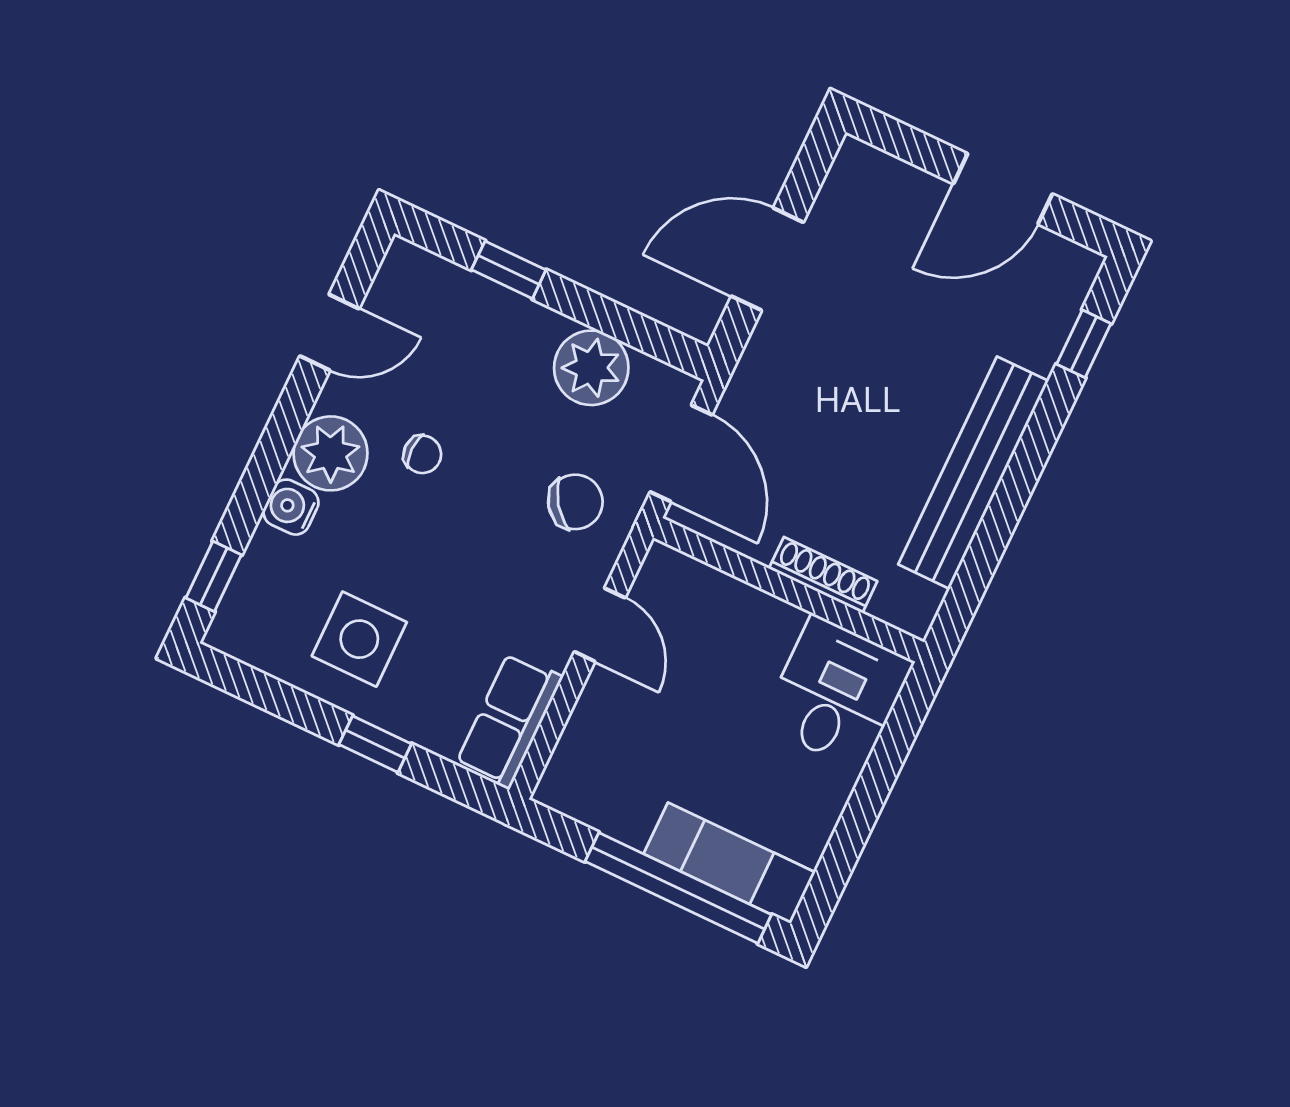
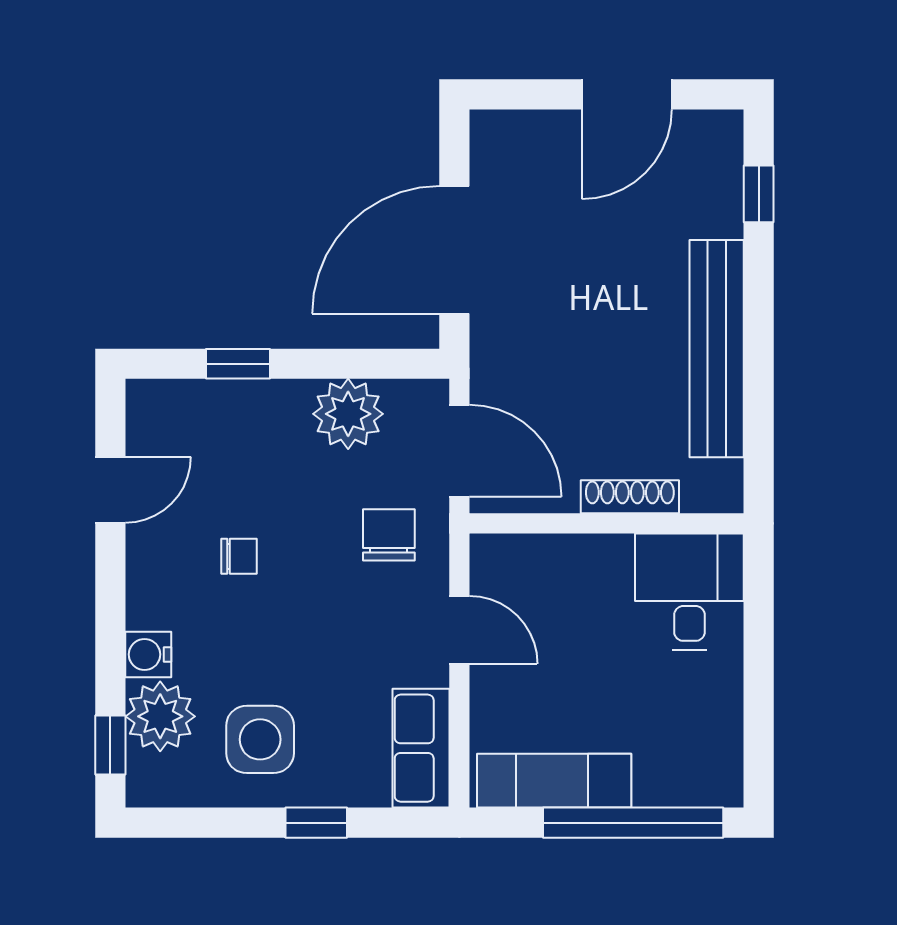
door: (767, 259) -> (454, 250), width x1.36
plant: (330, 453) -> (160, 716), moved
chair: (575, 502) -> (389, 535), turned -54
exam couch: (729, 863) -> (554, 781), moved

